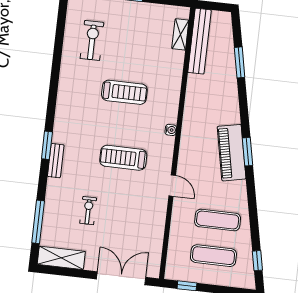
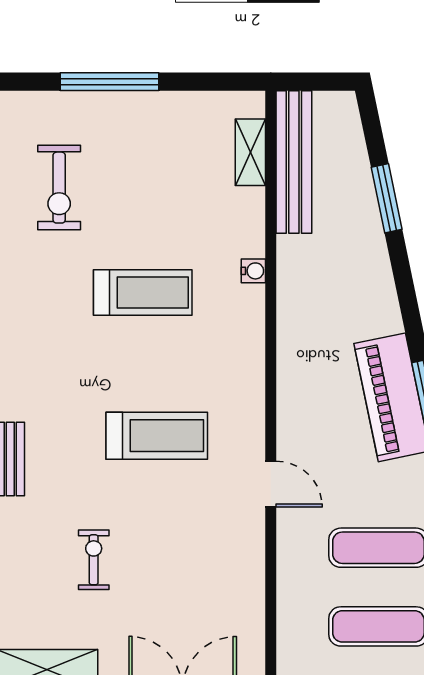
exercise bike: (92, 40) -> (59, 188), turned 180
water cooler: (171, 130) -> (253, 271), moved
treadmill: (123, 158) -> (157, 436), turned 180

